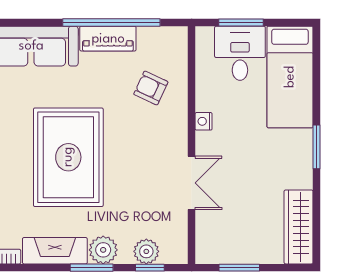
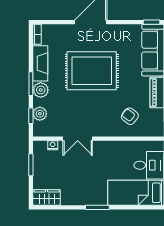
armchair: (151, 88) -> (130, 116), turned -77
nightstand: (204, 121) -> (53, 145), moved
wardrobe: (299, 227) -> (47, 197), width x0.67

